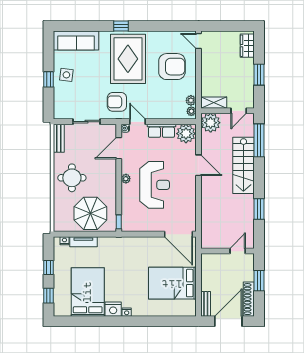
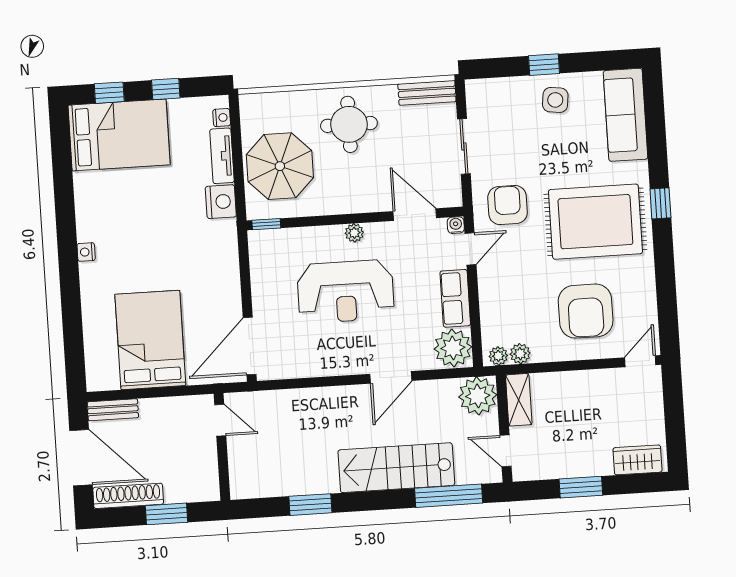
door: (238, 251) -> (220, 420), moved
bed: (88, 292) -> (119, 135), moved
nightstand: (113, 309) -> (221, 202), moved, turned 180

